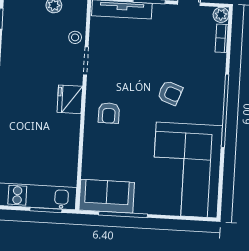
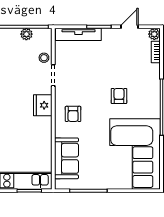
armchair: (170, 93) -> (119, 96), turned -110
sofa: (107, 196) -> (66, 158), moved, turned 90

